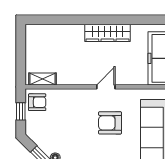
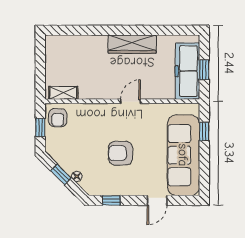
armchair: (37, 102) -> (58, 118), turned 90
armchair: (110, 123) -> (120, 153), moved

